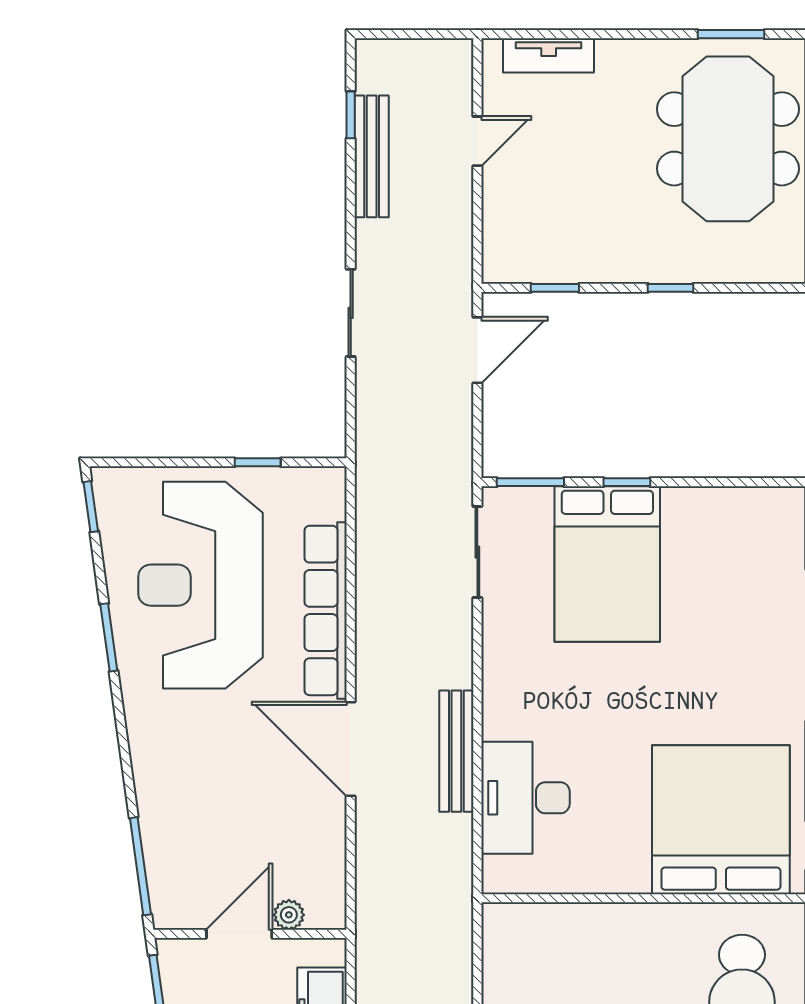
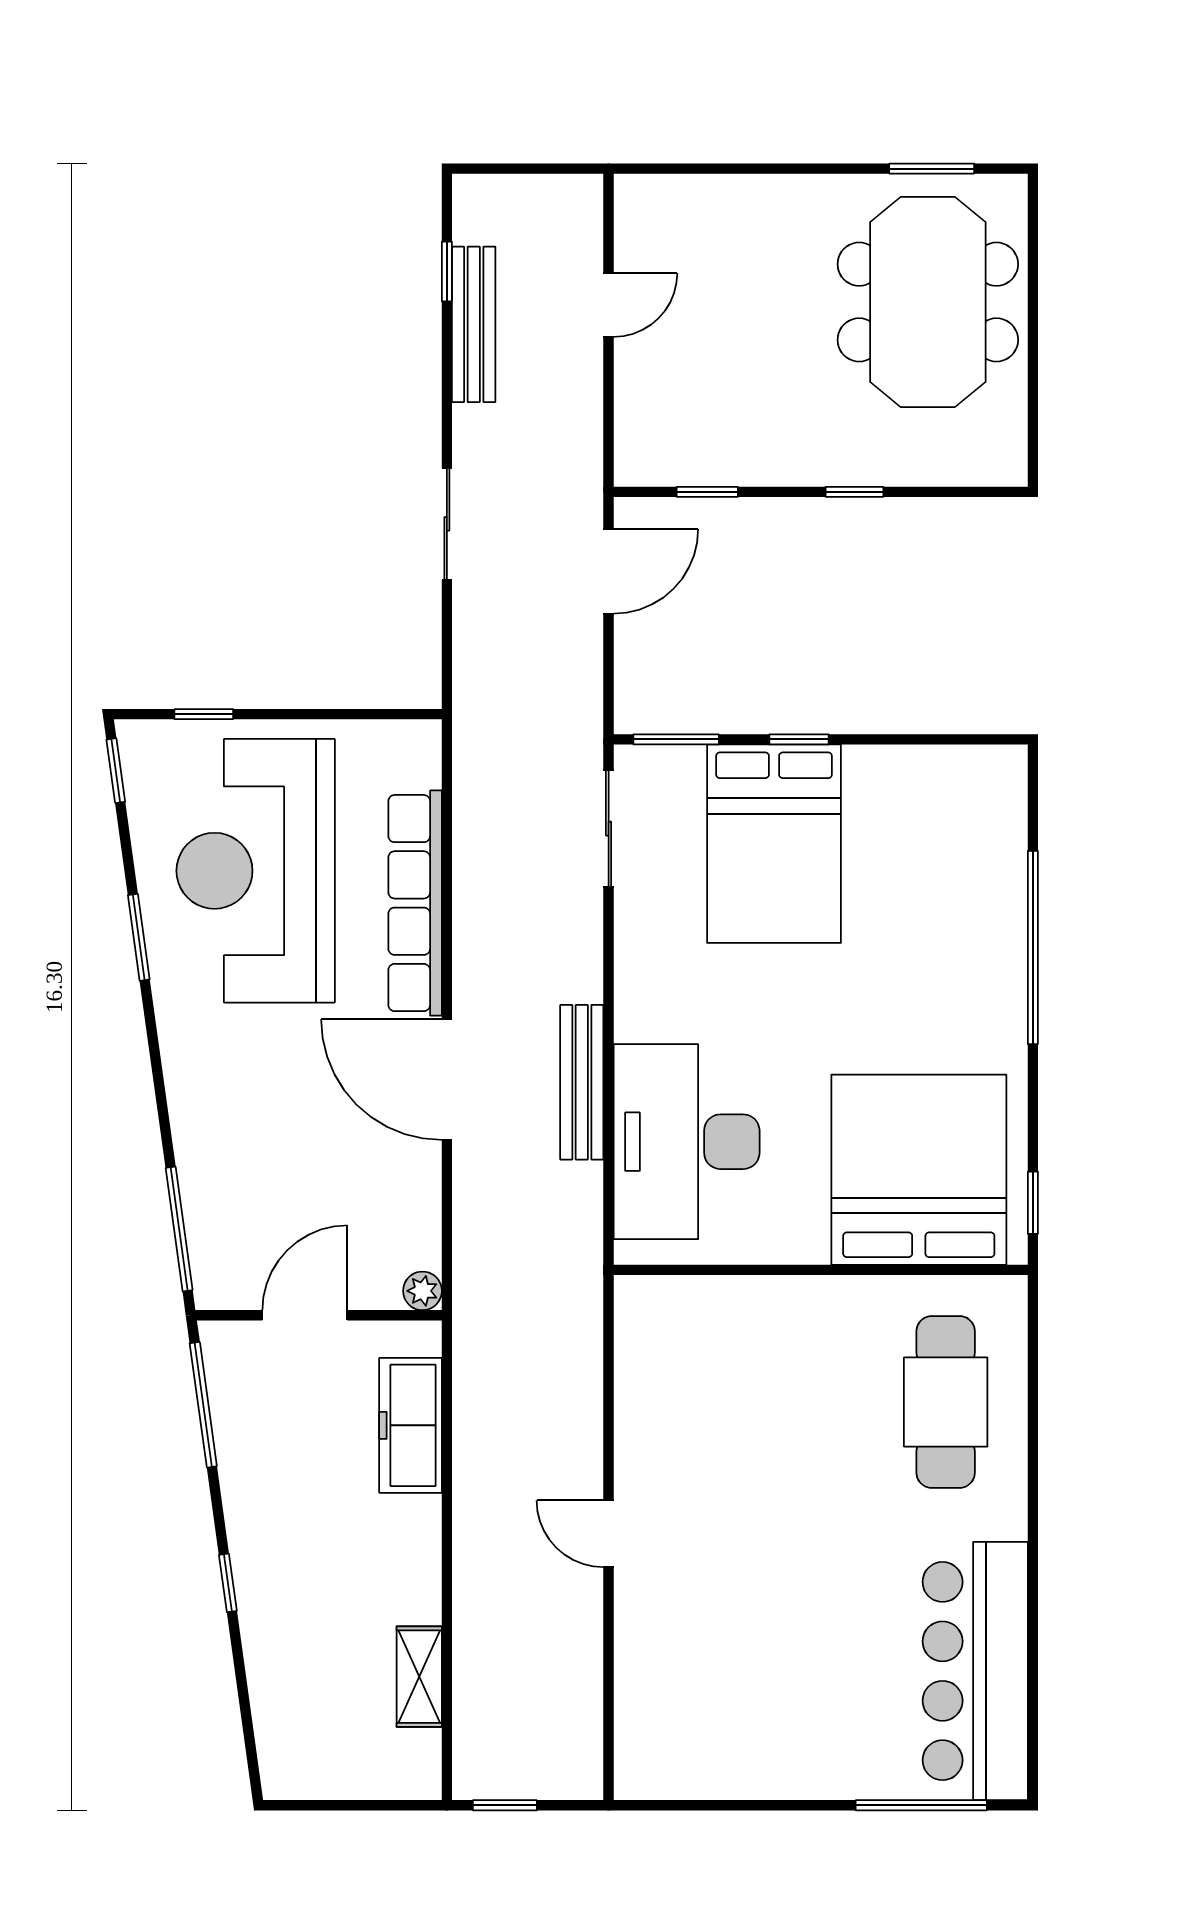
tv unit: (549, 55) -> (699, 196), removed
window: (258, 462) -> (204, 714), moved
desk: (525, 798) -> (687, 1142), width x1.36, depth x1.30
plant: (289, 915) -> (422, 1291), moved

